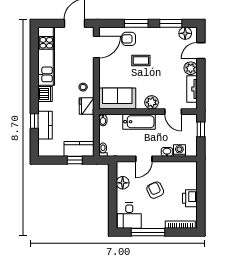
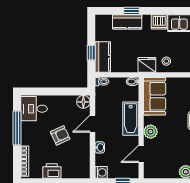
tv unit: (192, 89) -> (164, 173), removed
washing machine: (179, 150) -> (101, 172), moved
door: (144, 159) -> (92, 124), hinge flipped
floor lamp: (123, 183) -> (83, 102), moved

